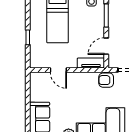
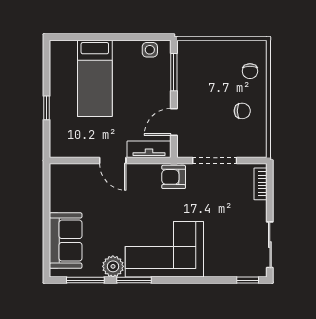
door: (58, 70) -> (113, 161), moved

